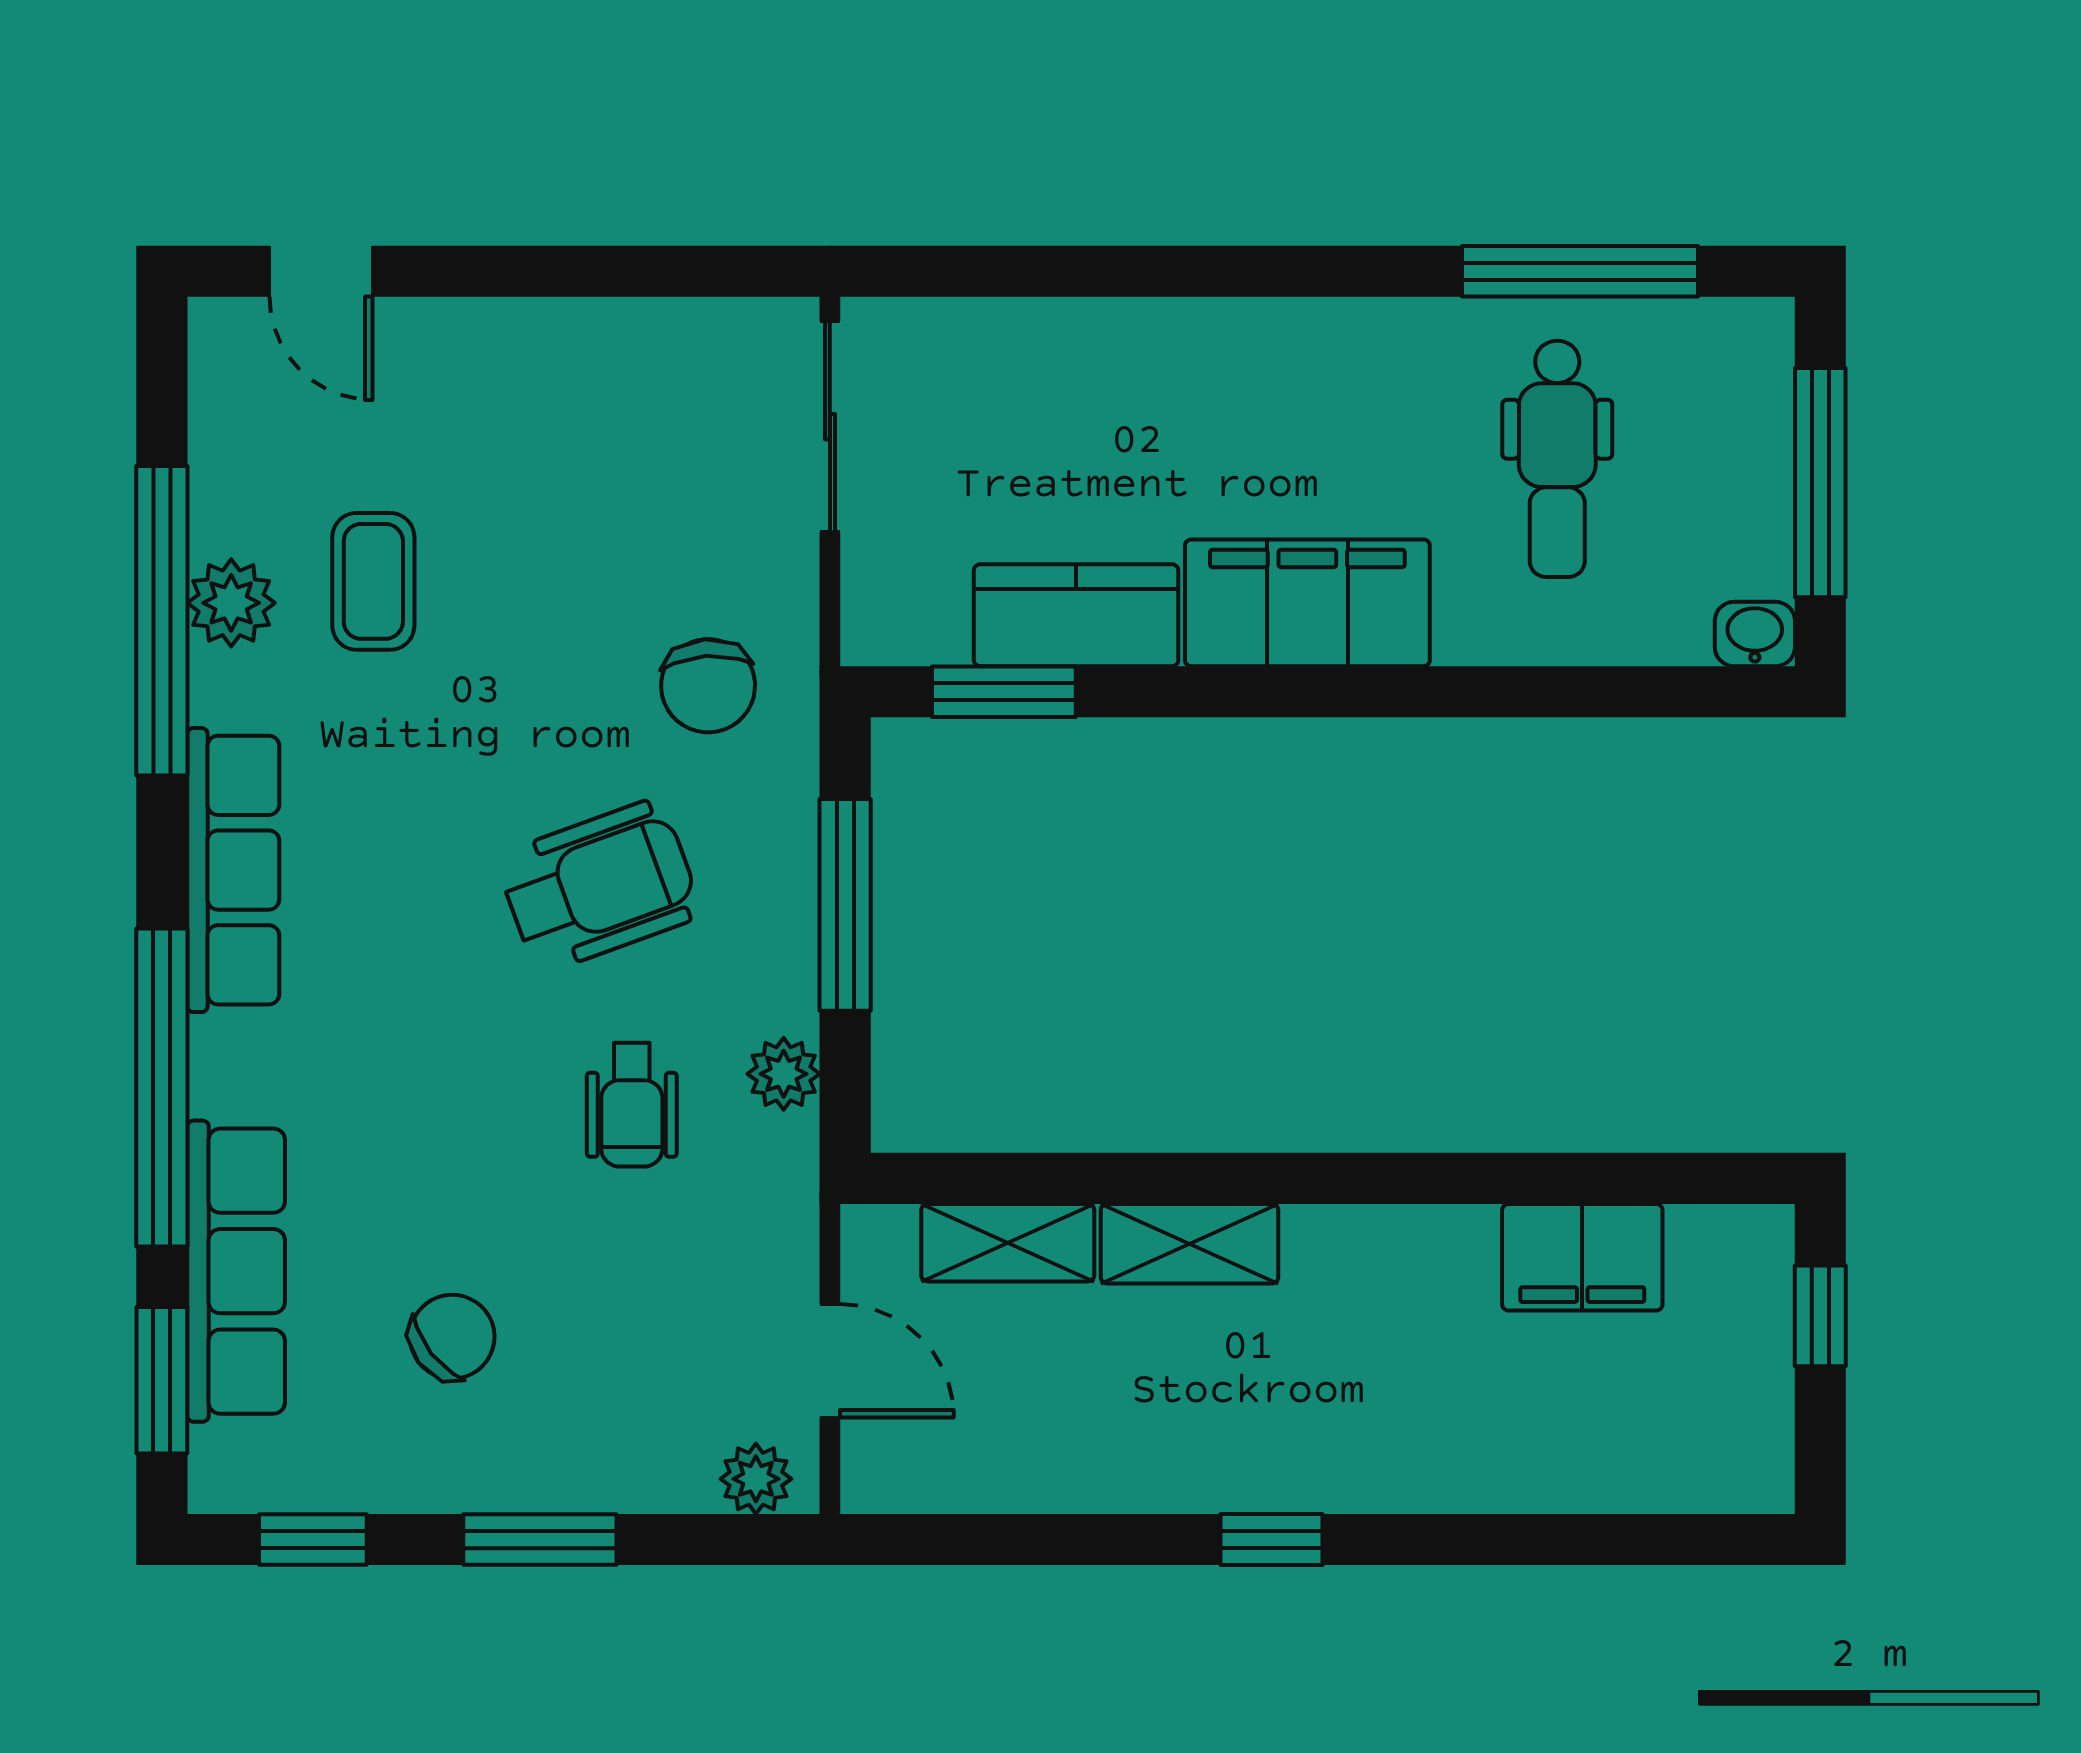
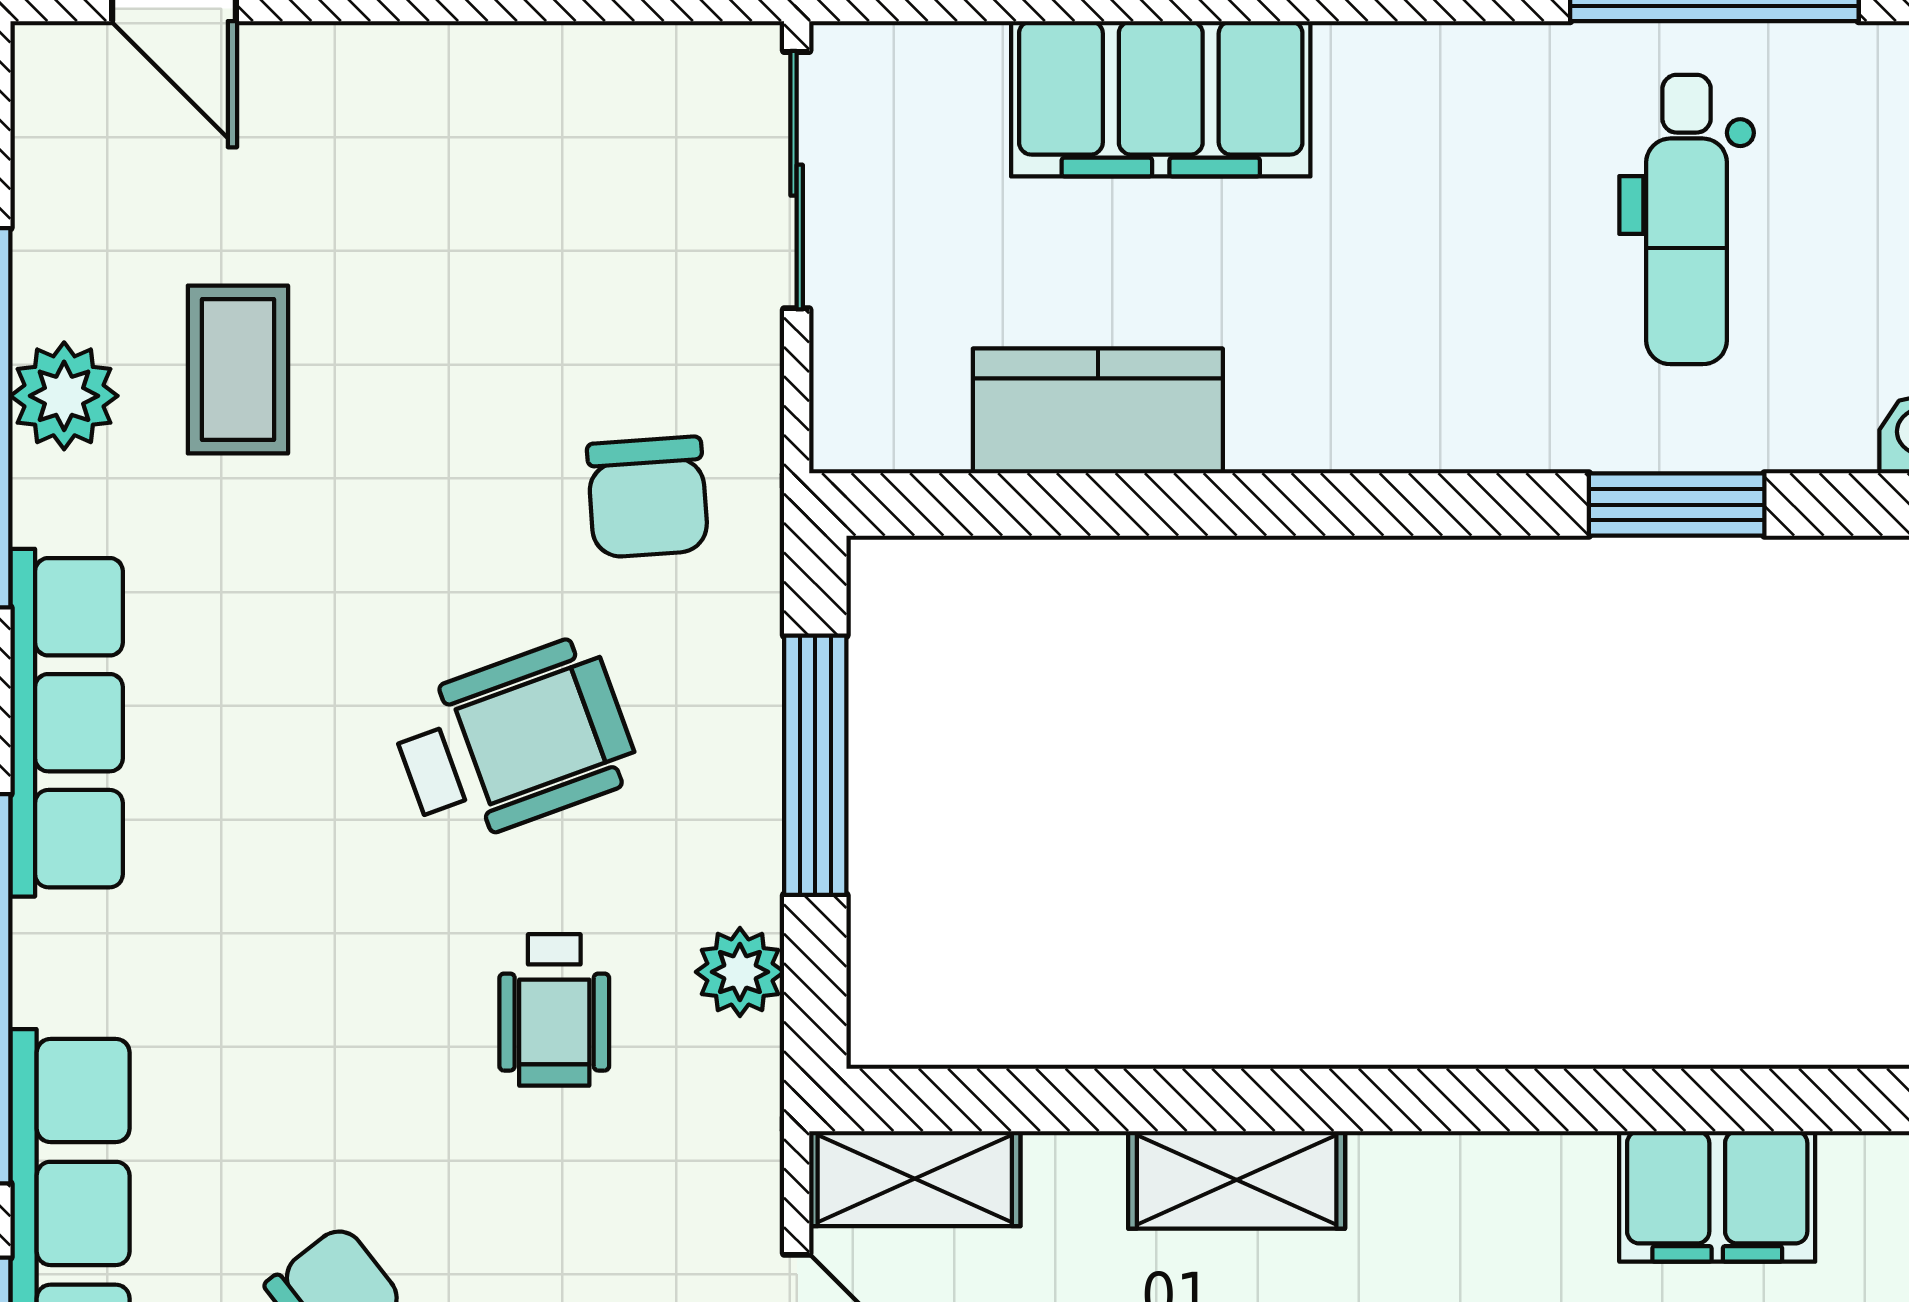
filing cabinet: (1307, 603) -> (1161, 99), moved, turned 180
window: (1004, 692) -> (1677, 505), moved
shelving: (1008, 1243) -> (915, 1179), moved

